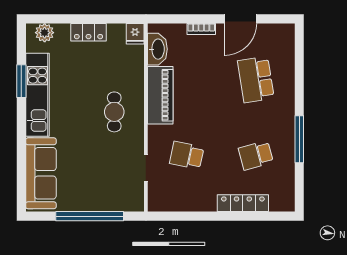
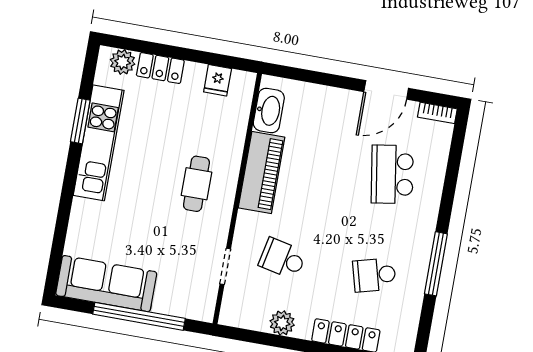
bookcase: (201, 29) -> (437, 113), moved
locker: (88, 32) -> (160, 68), moved
fridge: (135, 34) -> (218, 80), moved
sofa: (41, 173) -> (106, 284), moved, turned -90
plant: (195, 202) -> (282, 323), added

